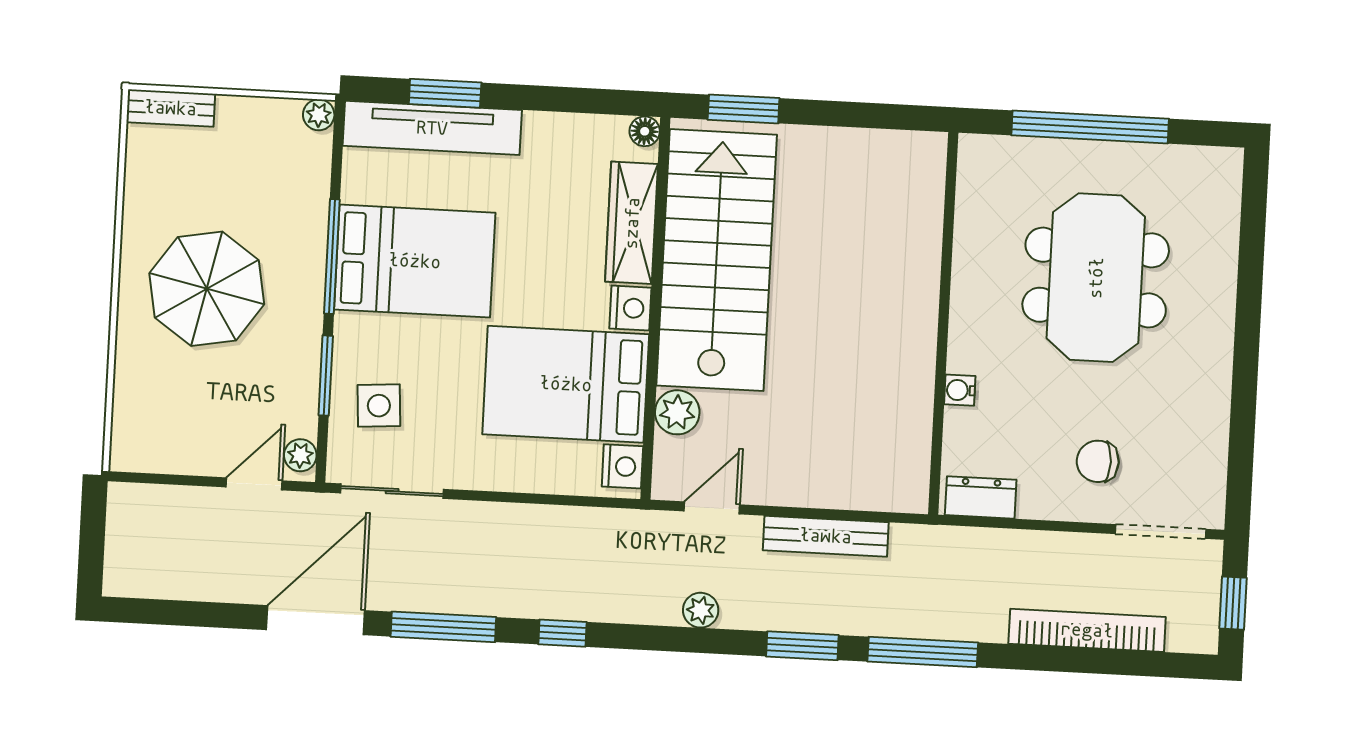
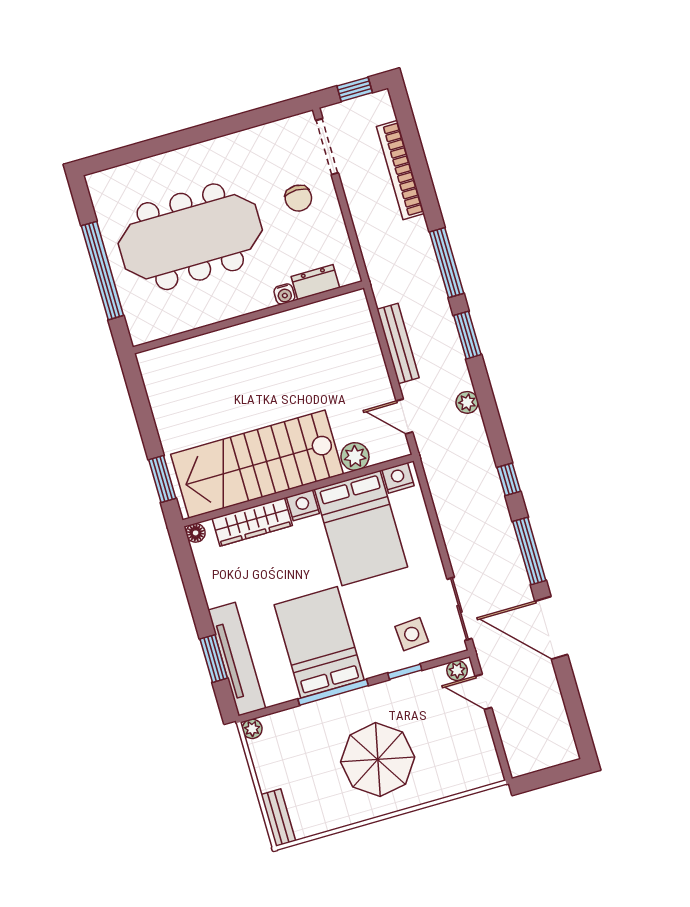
meeting table: (1096, 278) -> (190, 237), width x1.36
window: (326, 376) -> (405, 672), width x0.67
dresser: (981, 497) -> (315, 282), moved, turned 90

